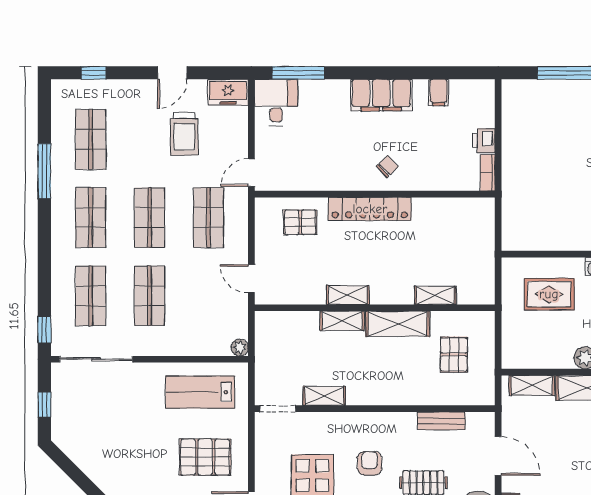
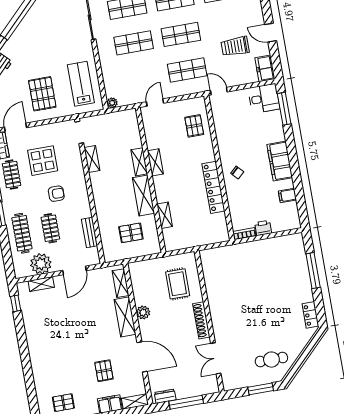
locker: (370, 209) -> (213, 187), moved

